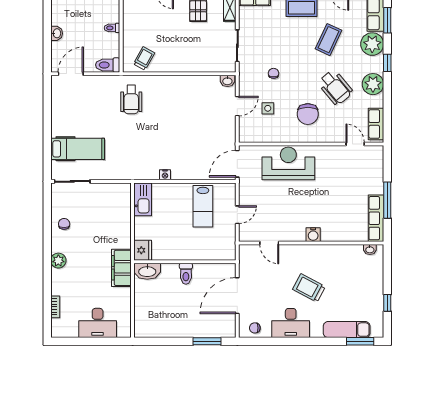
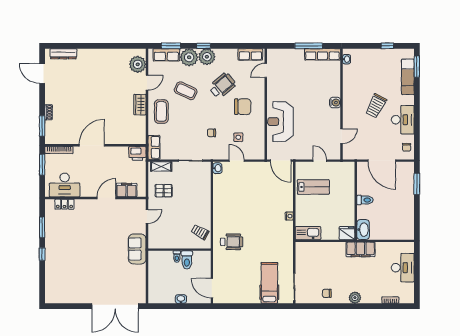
toilet: (108, 65) -> (187, 260), moved
plant: (373, 84) -> (207, 57), moved

